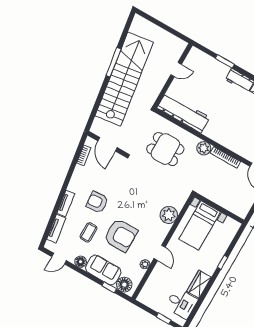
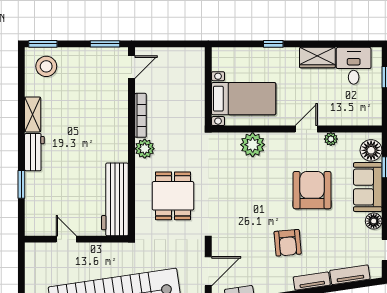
coffee table: (88, 232) -> (331, 232), removed

